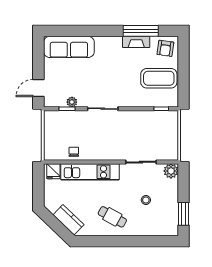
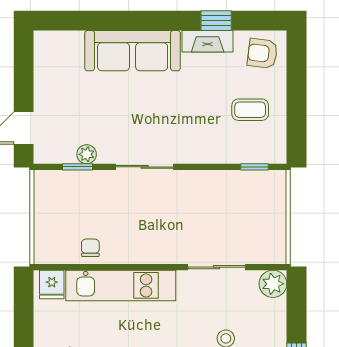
window: (141, 31) -> (216, 21), width x0.46
sofa: (69, 47) -> (133, 51), moved
armchair: (165, 48) -> (262, 53), turned 89
coffee table: (159, 78) -> (250, 110), width x0.54, depth x0.58

